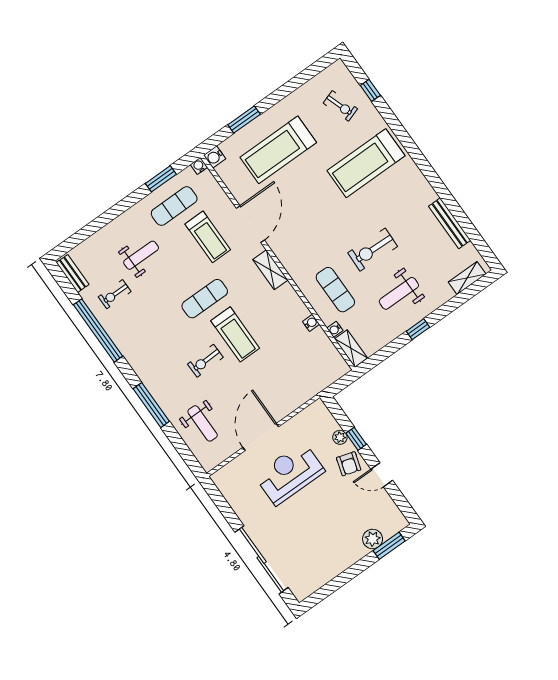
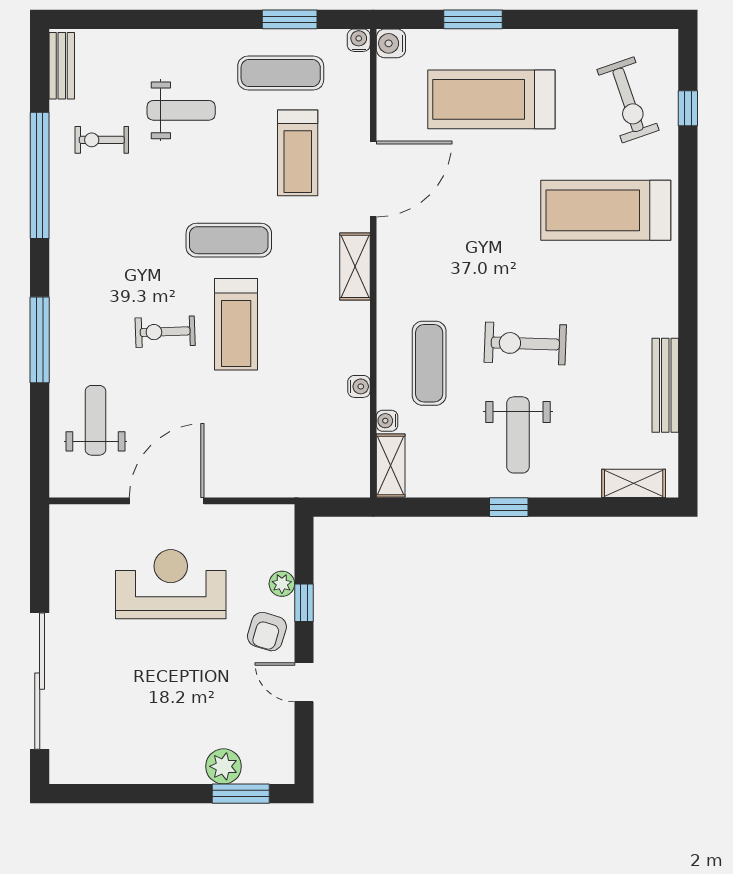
exercise bike: (340, 106) -> (628, 100), width x1.38, depth x1.39
weight bench: (399, 293) -> (518, 435), turned -90
weight bench: (203, 423) -> (96, 420), turned 180

